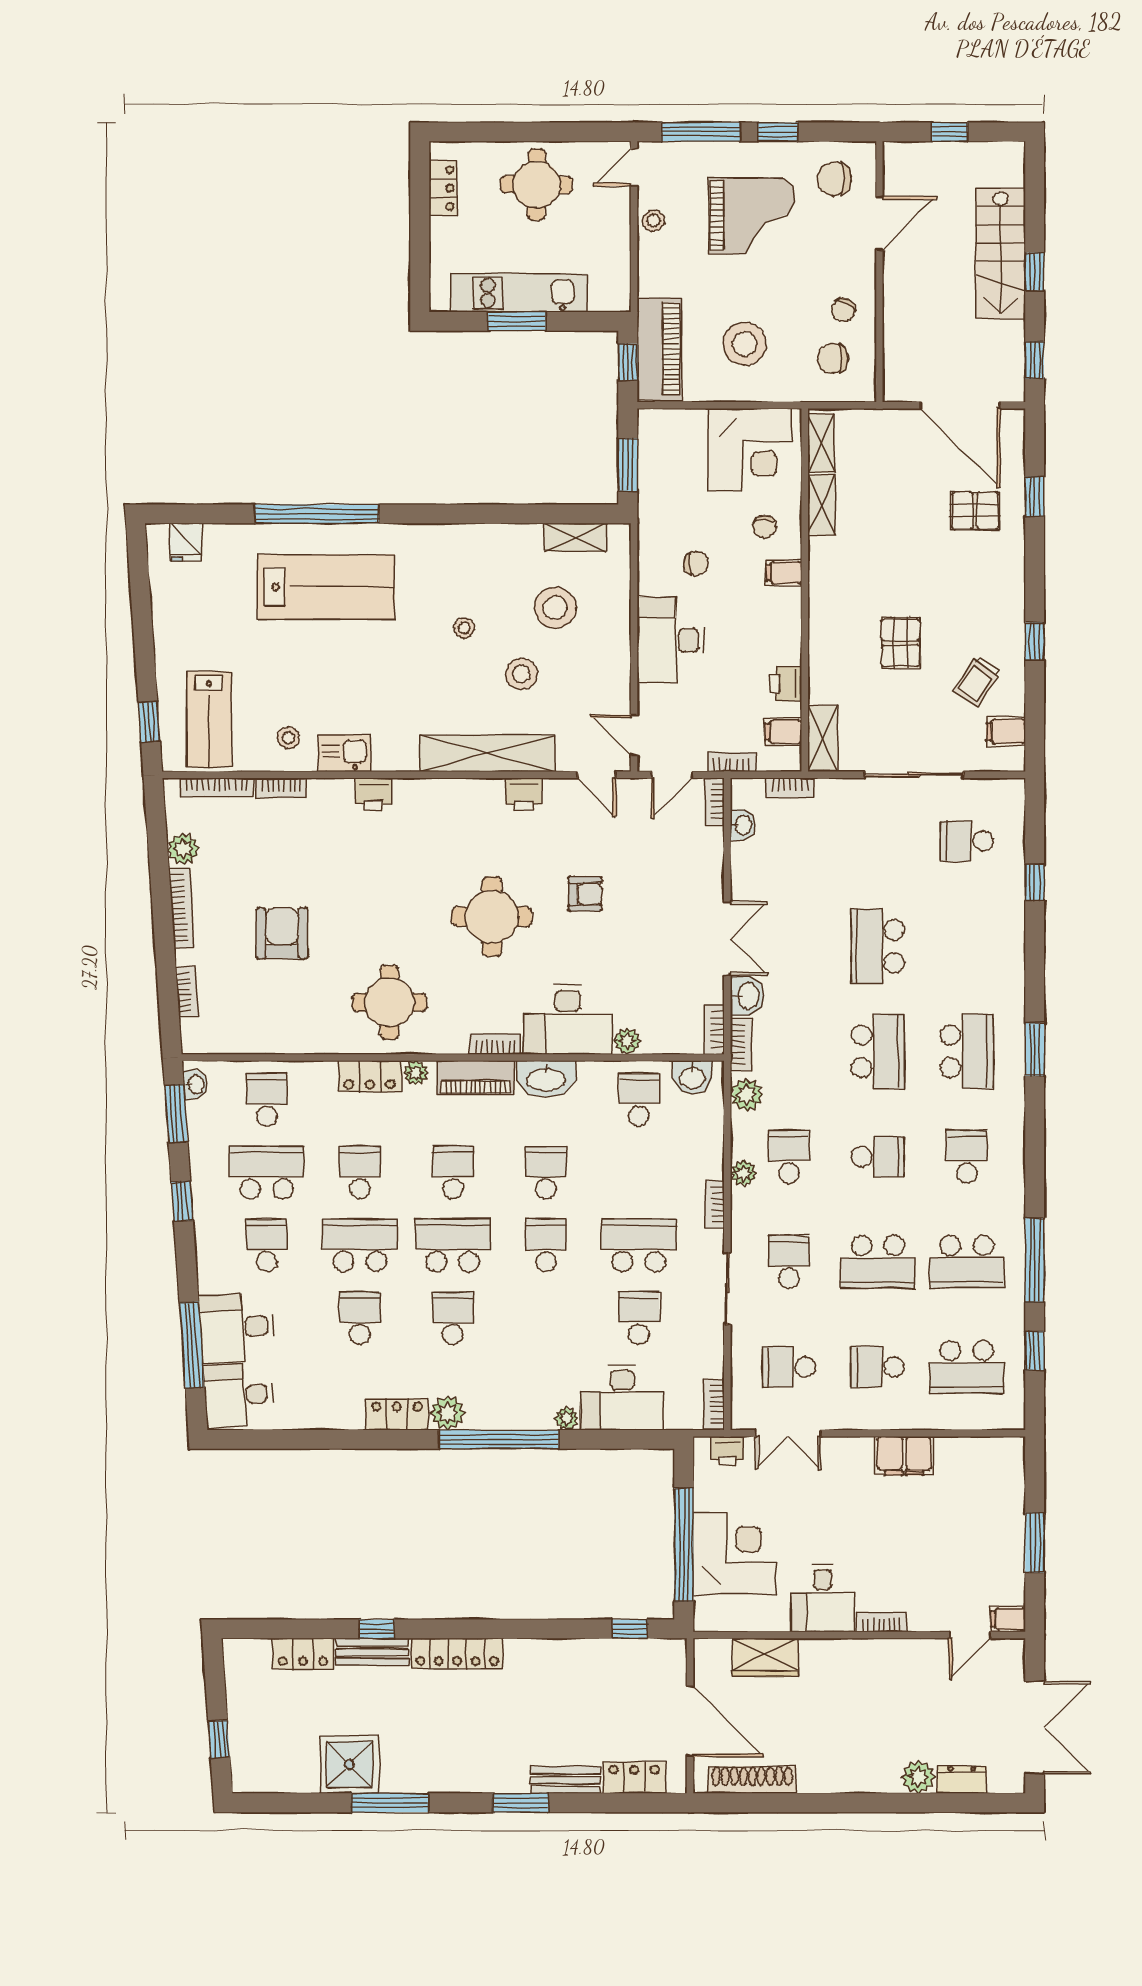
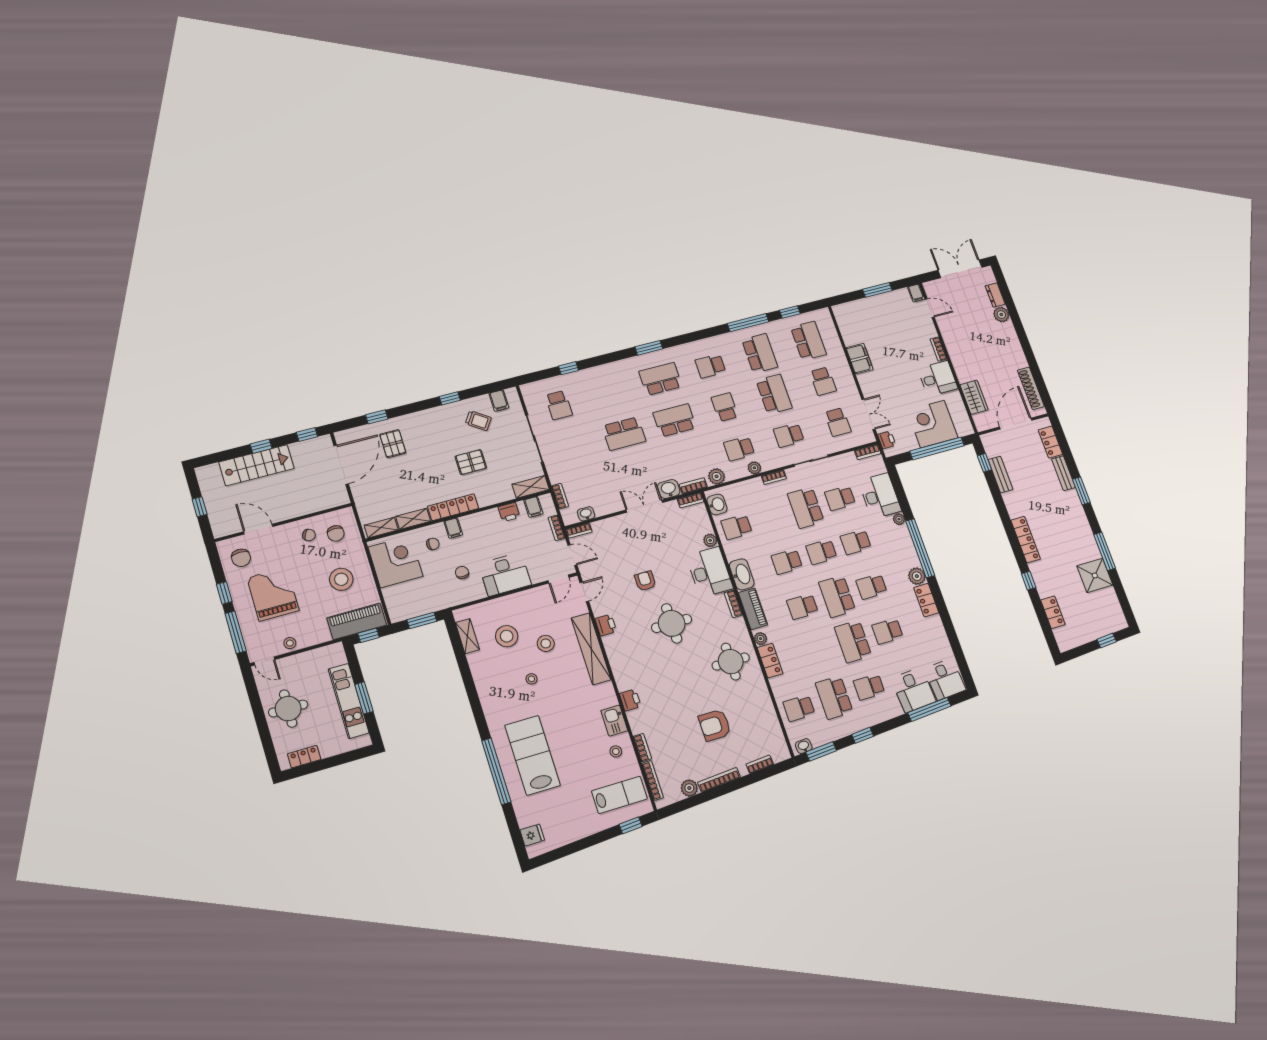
locker: (823, 584) -> (453, 507), added
school desk: (360, 1173) -> (856, 542), moved
bench: (372, 1652) -> (1000, 474), moved

